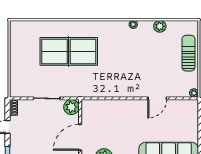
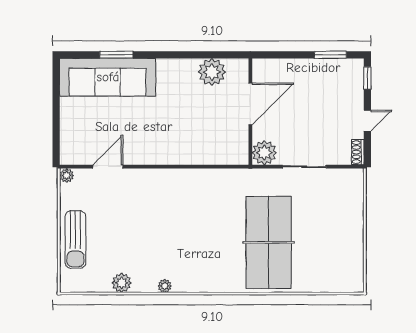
table tennis table: (69, 51) -> (269, 242), turned 90
door: (157, 98) -> (108, 167), moved

